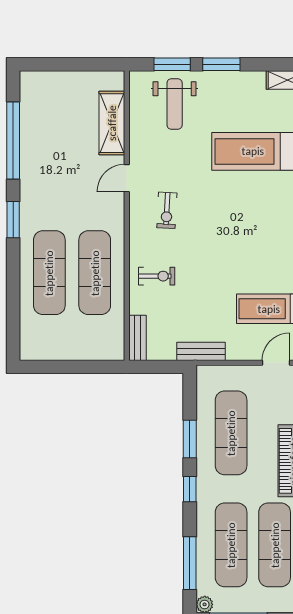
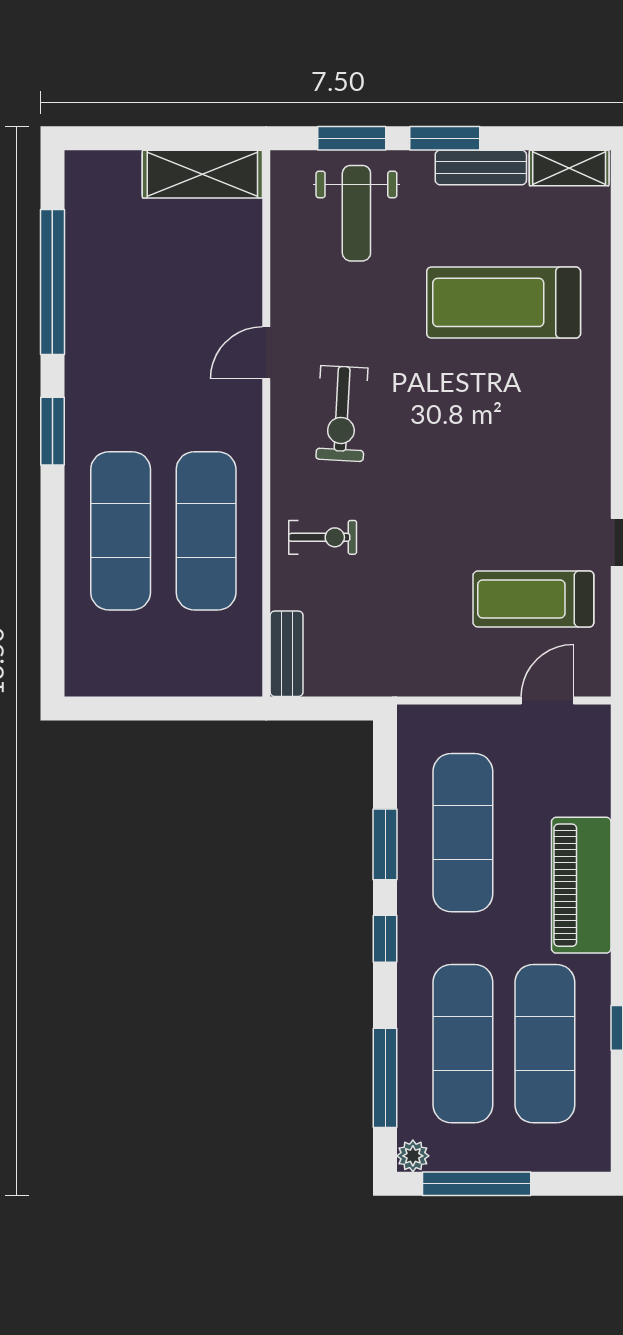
shelving: (112, 123) -> (202, 174), moved, turned 90
exercise bike: (167, 210) -> (342, 414), width x1.38, depth x1.39
bench: (201, 351) -> (481, 167), moved

